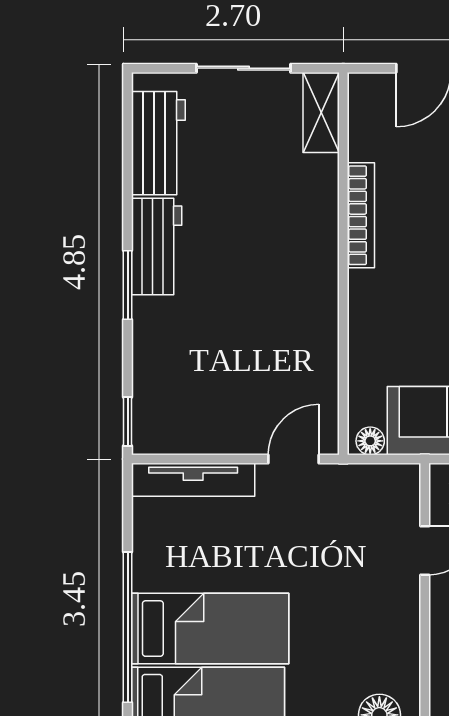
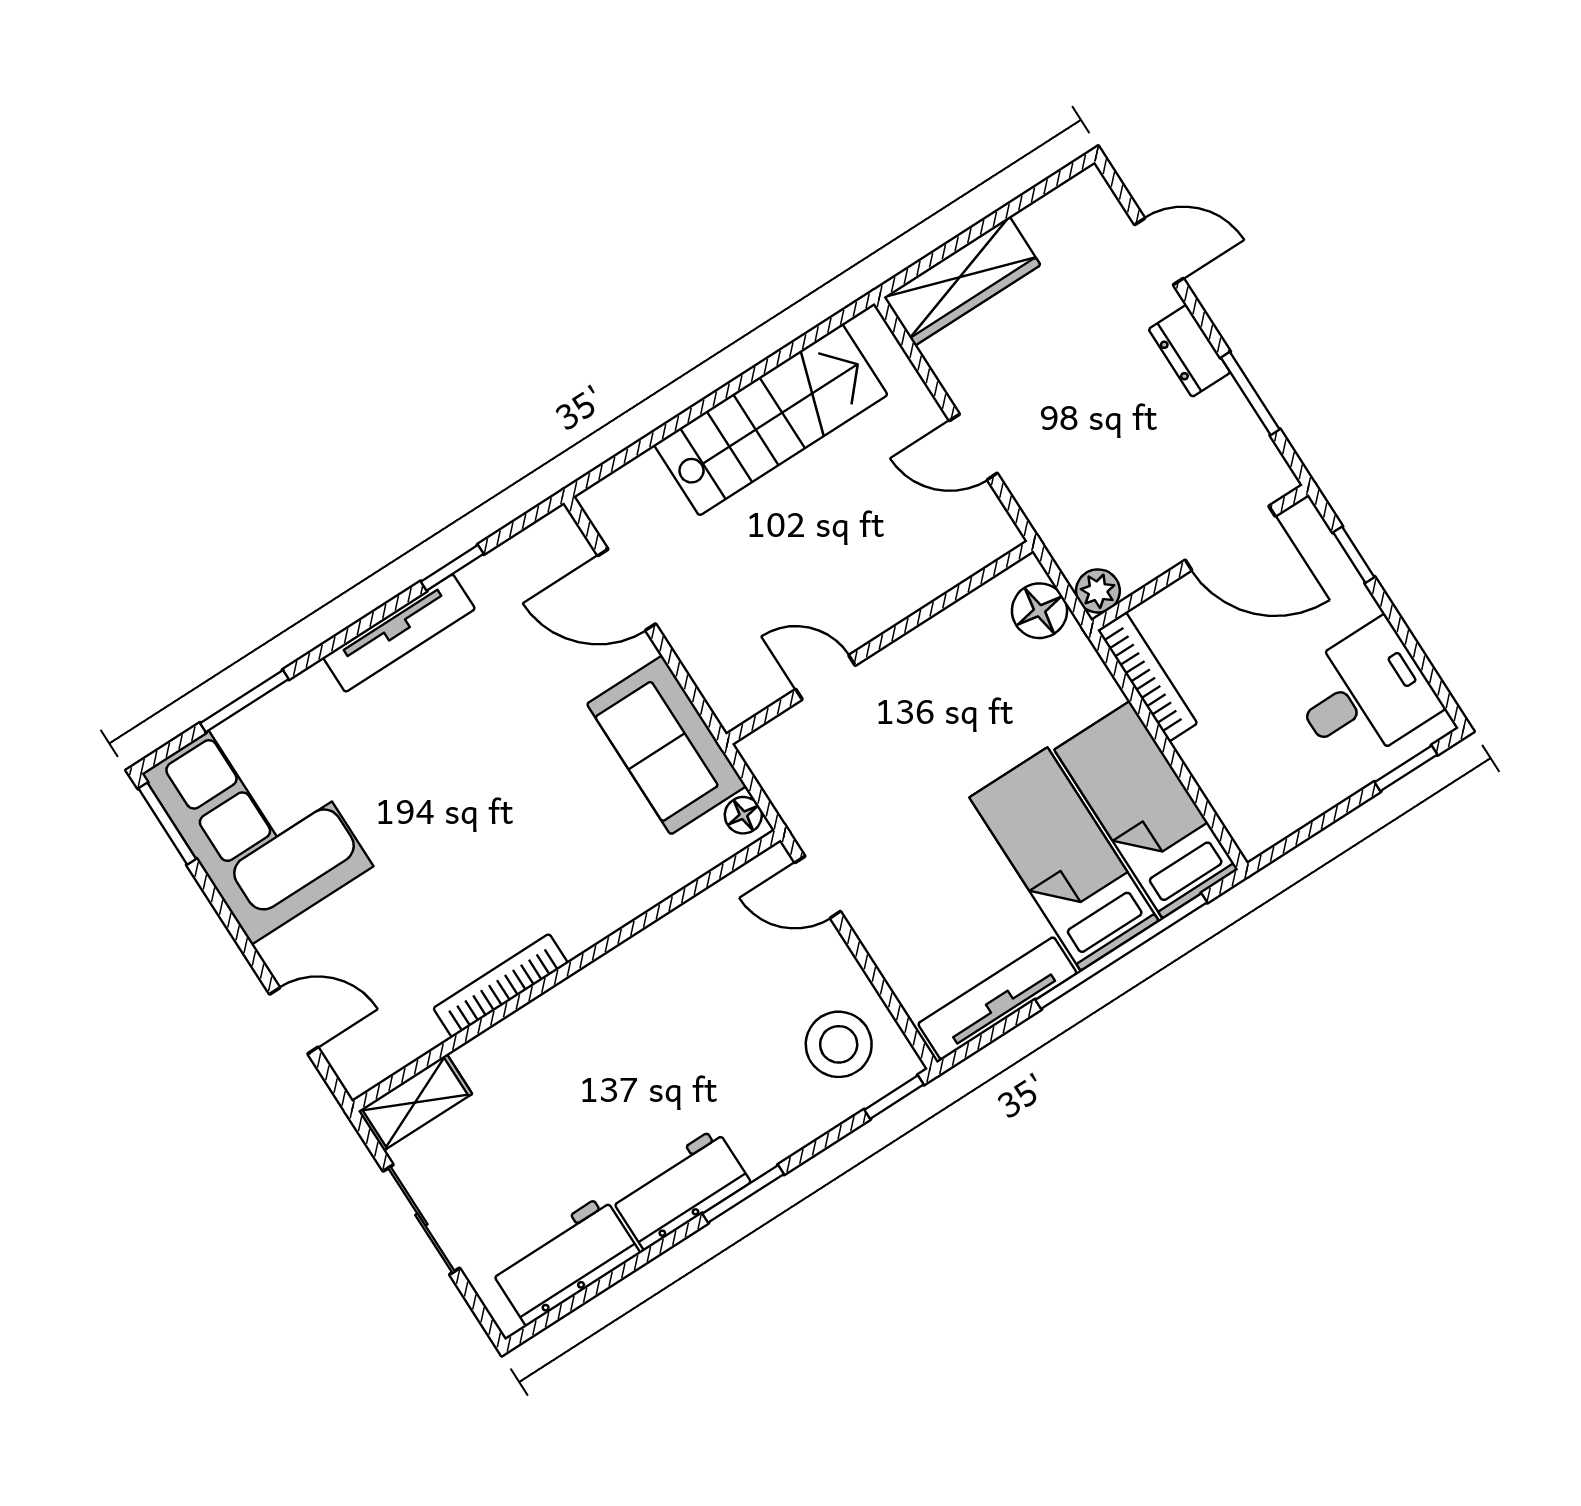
stool: (184, 408) -> (839, 1044), added
tv unit: (193, 480) -> (997, 998), moved, turned -90

